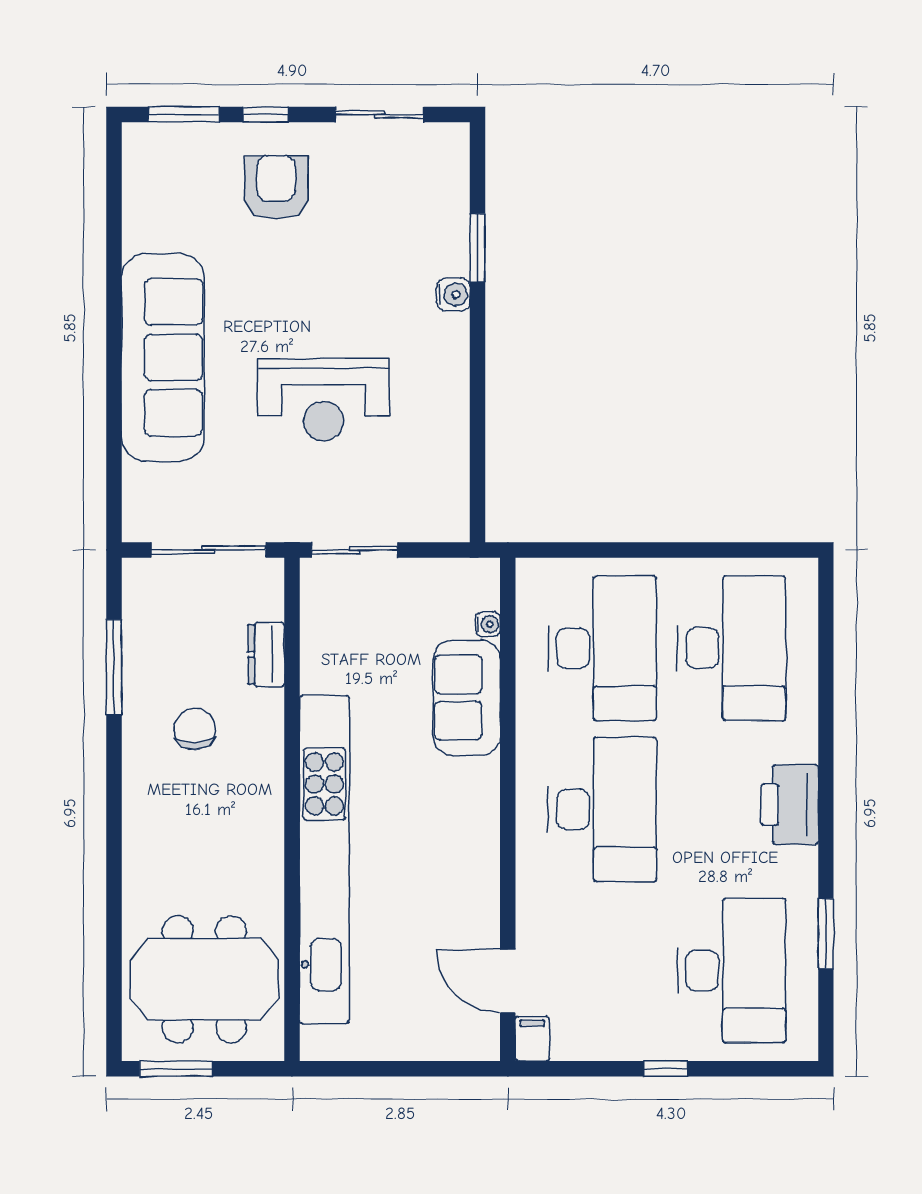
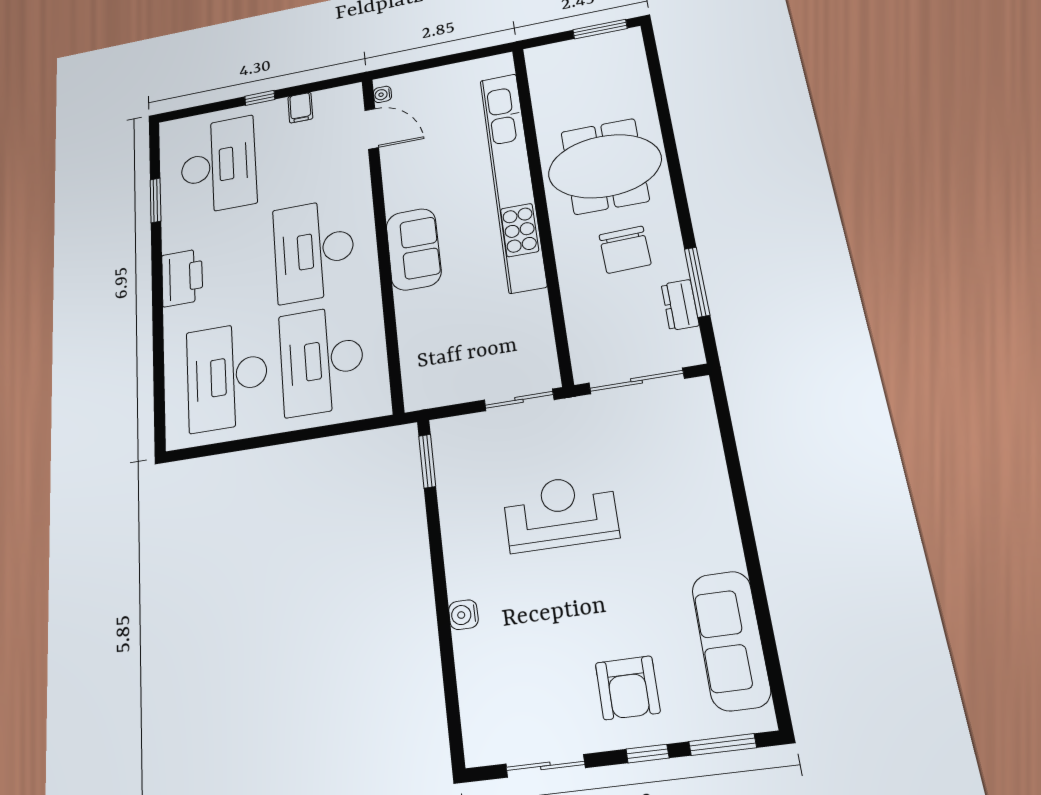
window: (478, 248) -> (427, 461), moved
sofa: (163, 357) -> (731, 640), moved, width x0.74, depth x0.79
water cooler: (488, 624) -> (382, 94), moved
dresser: (266, 654) -> (680, 305), moved, turned 180
sofa: (467, 698) -> (414, 249), moved
chair: (195, 729) -> (625, 250), width x1.37, depth x1.37
desk: (731, 970) -> (218, 165), turned 180
meeting table: (204, 979) -> (605, 166), moved
filing cabinet: (532, 1039) -> (300, 108), moved

